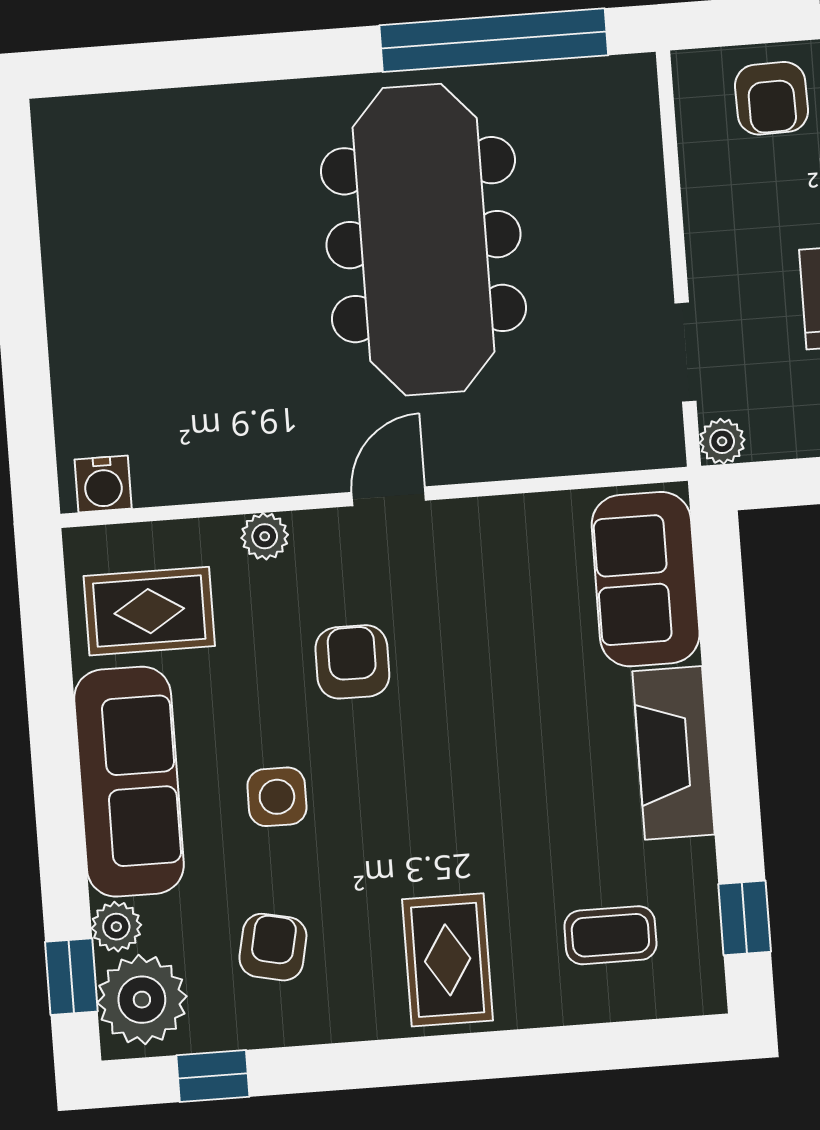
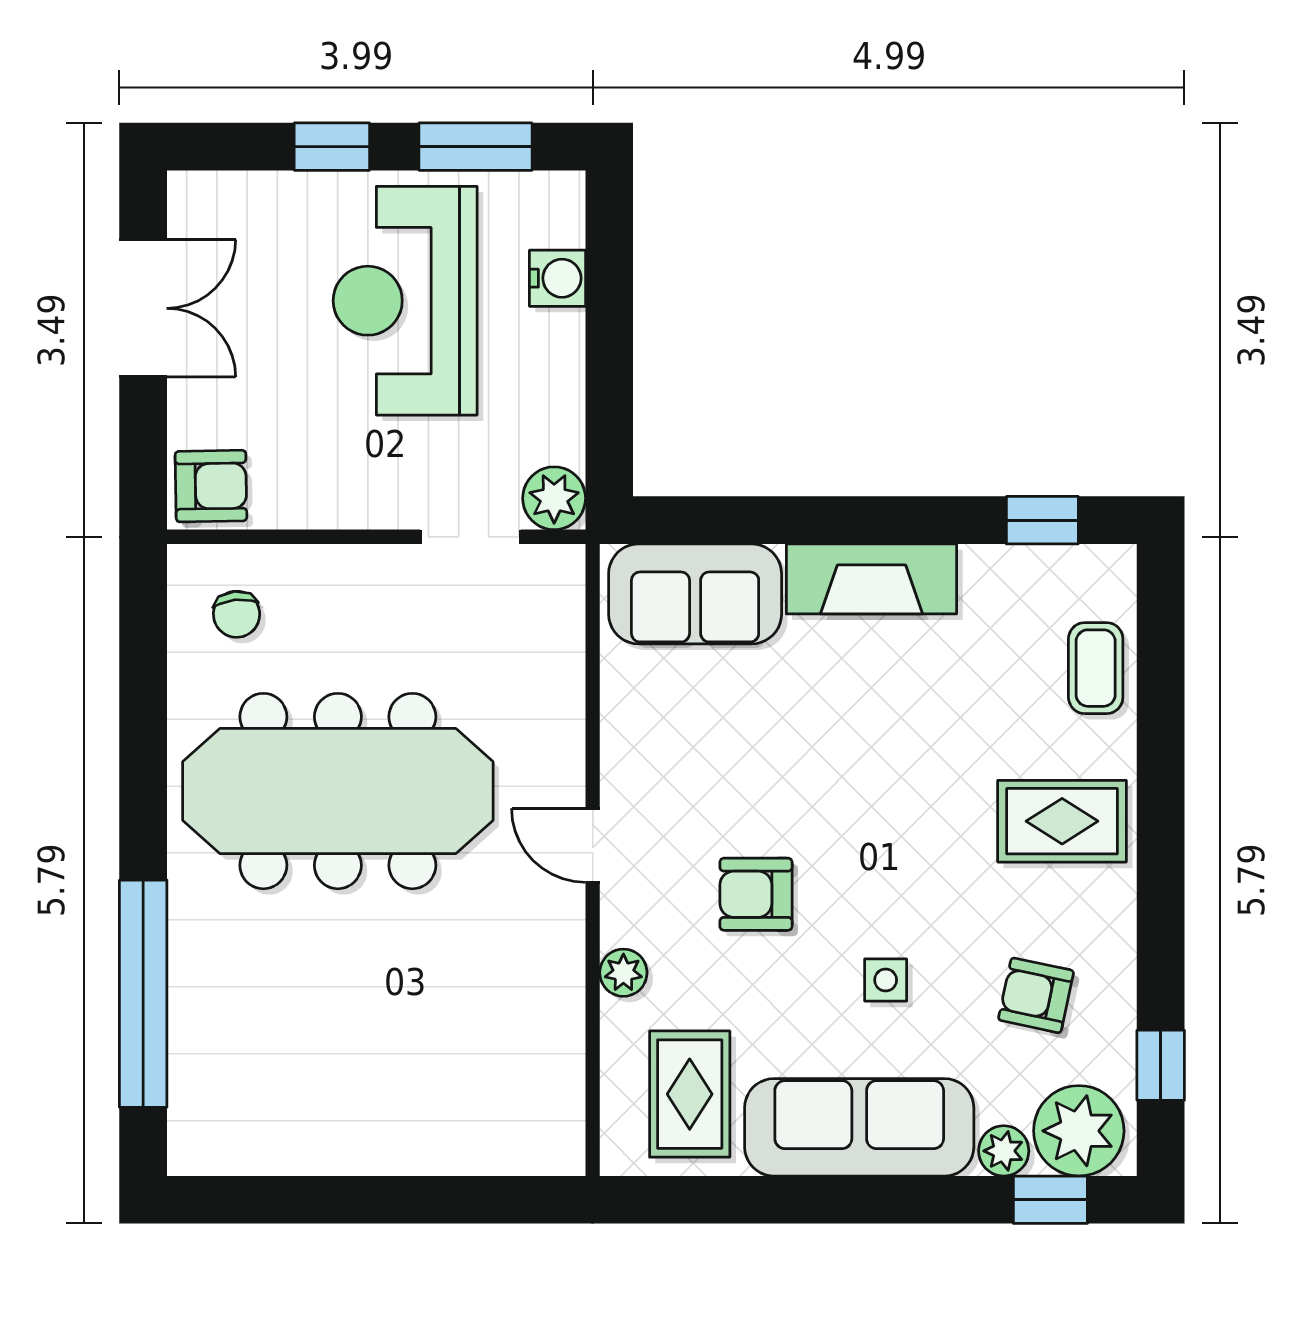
window: (494, 40) -> (143, 994), moved
armchair: (772, 98) -> (211, 486), moved
chair: (591, 126) -> (237, 614), added
plant: (722, 441) -> (554, 498), width x1.38, depth x1.38
water cooler: (103, 484) -> (559, 1131), removed
side table: (277, 797) -> (886, 980), width x0.73, depth x0.73
coffee table: (610, 935) -> (1096, 668), moved

